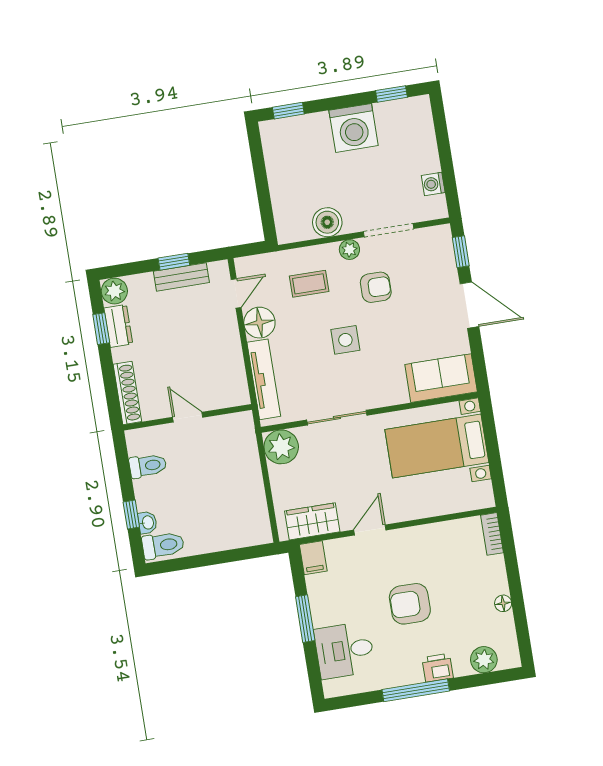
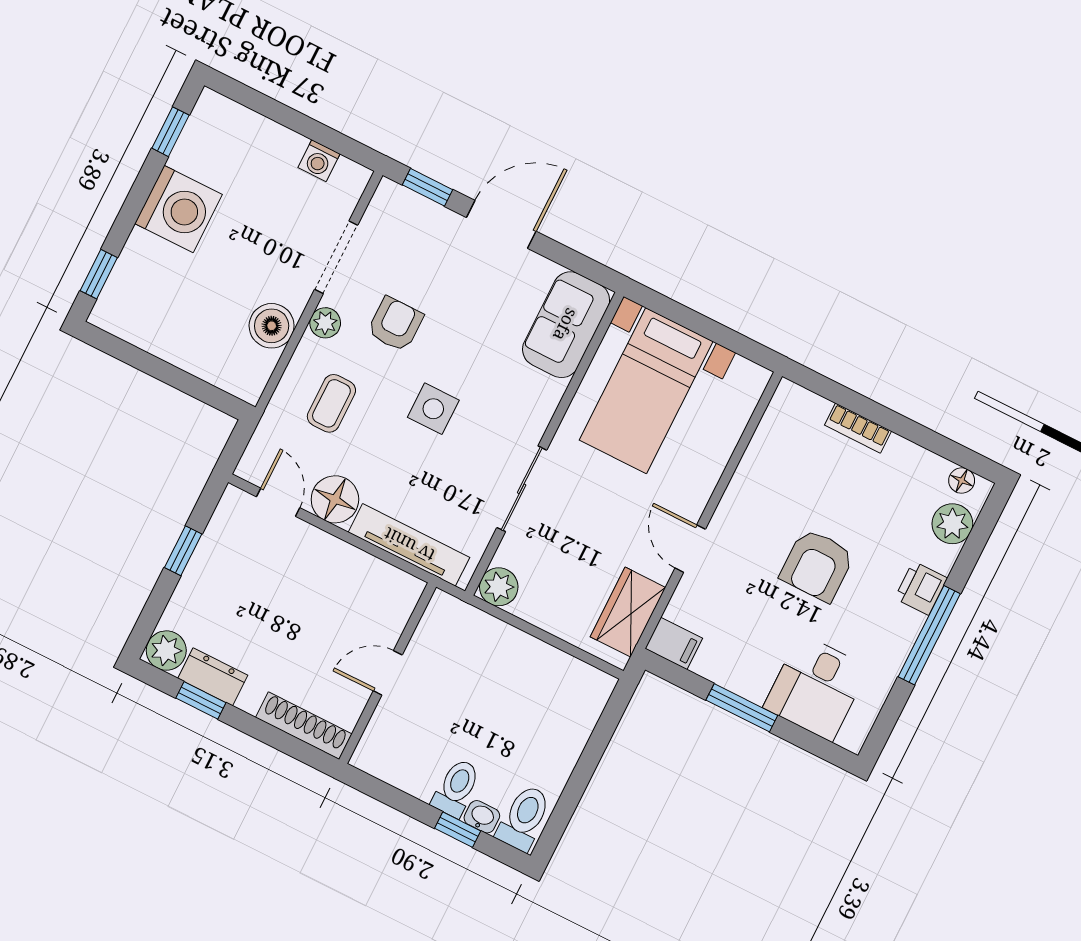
bench: (181, 277) -> (209, 555), removed
plant: (281, 447) -> (499, 587), width x0.73, depth x0.73
toilet: (148, 466) -> (456, 788), moved
bookcase: (492, 534) -> (858, 428), moved
floor lamp: (503, 603) -> (962, 481), moved

